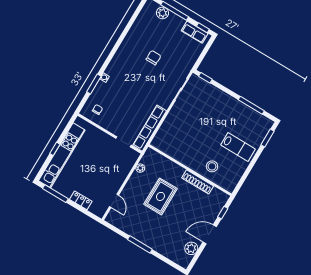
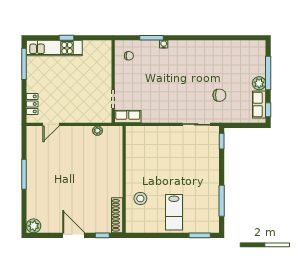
plant: (162, 13) -> (259, 83), moved
chair: (154, 58) -> (219, 95), moved
row of seats: (150, 128) -> (128, 117), width x0.50
kitchen unit: (62, 155) -> (54, 48), width x0.73
shoe rack: (198, 182) -> (117, 215), moved
rug: (160, 196) -> (82, 166), removed
locker: (81, 200) -> (32, 104), moved
plant: (191, 248) -> (34, 226), moved

